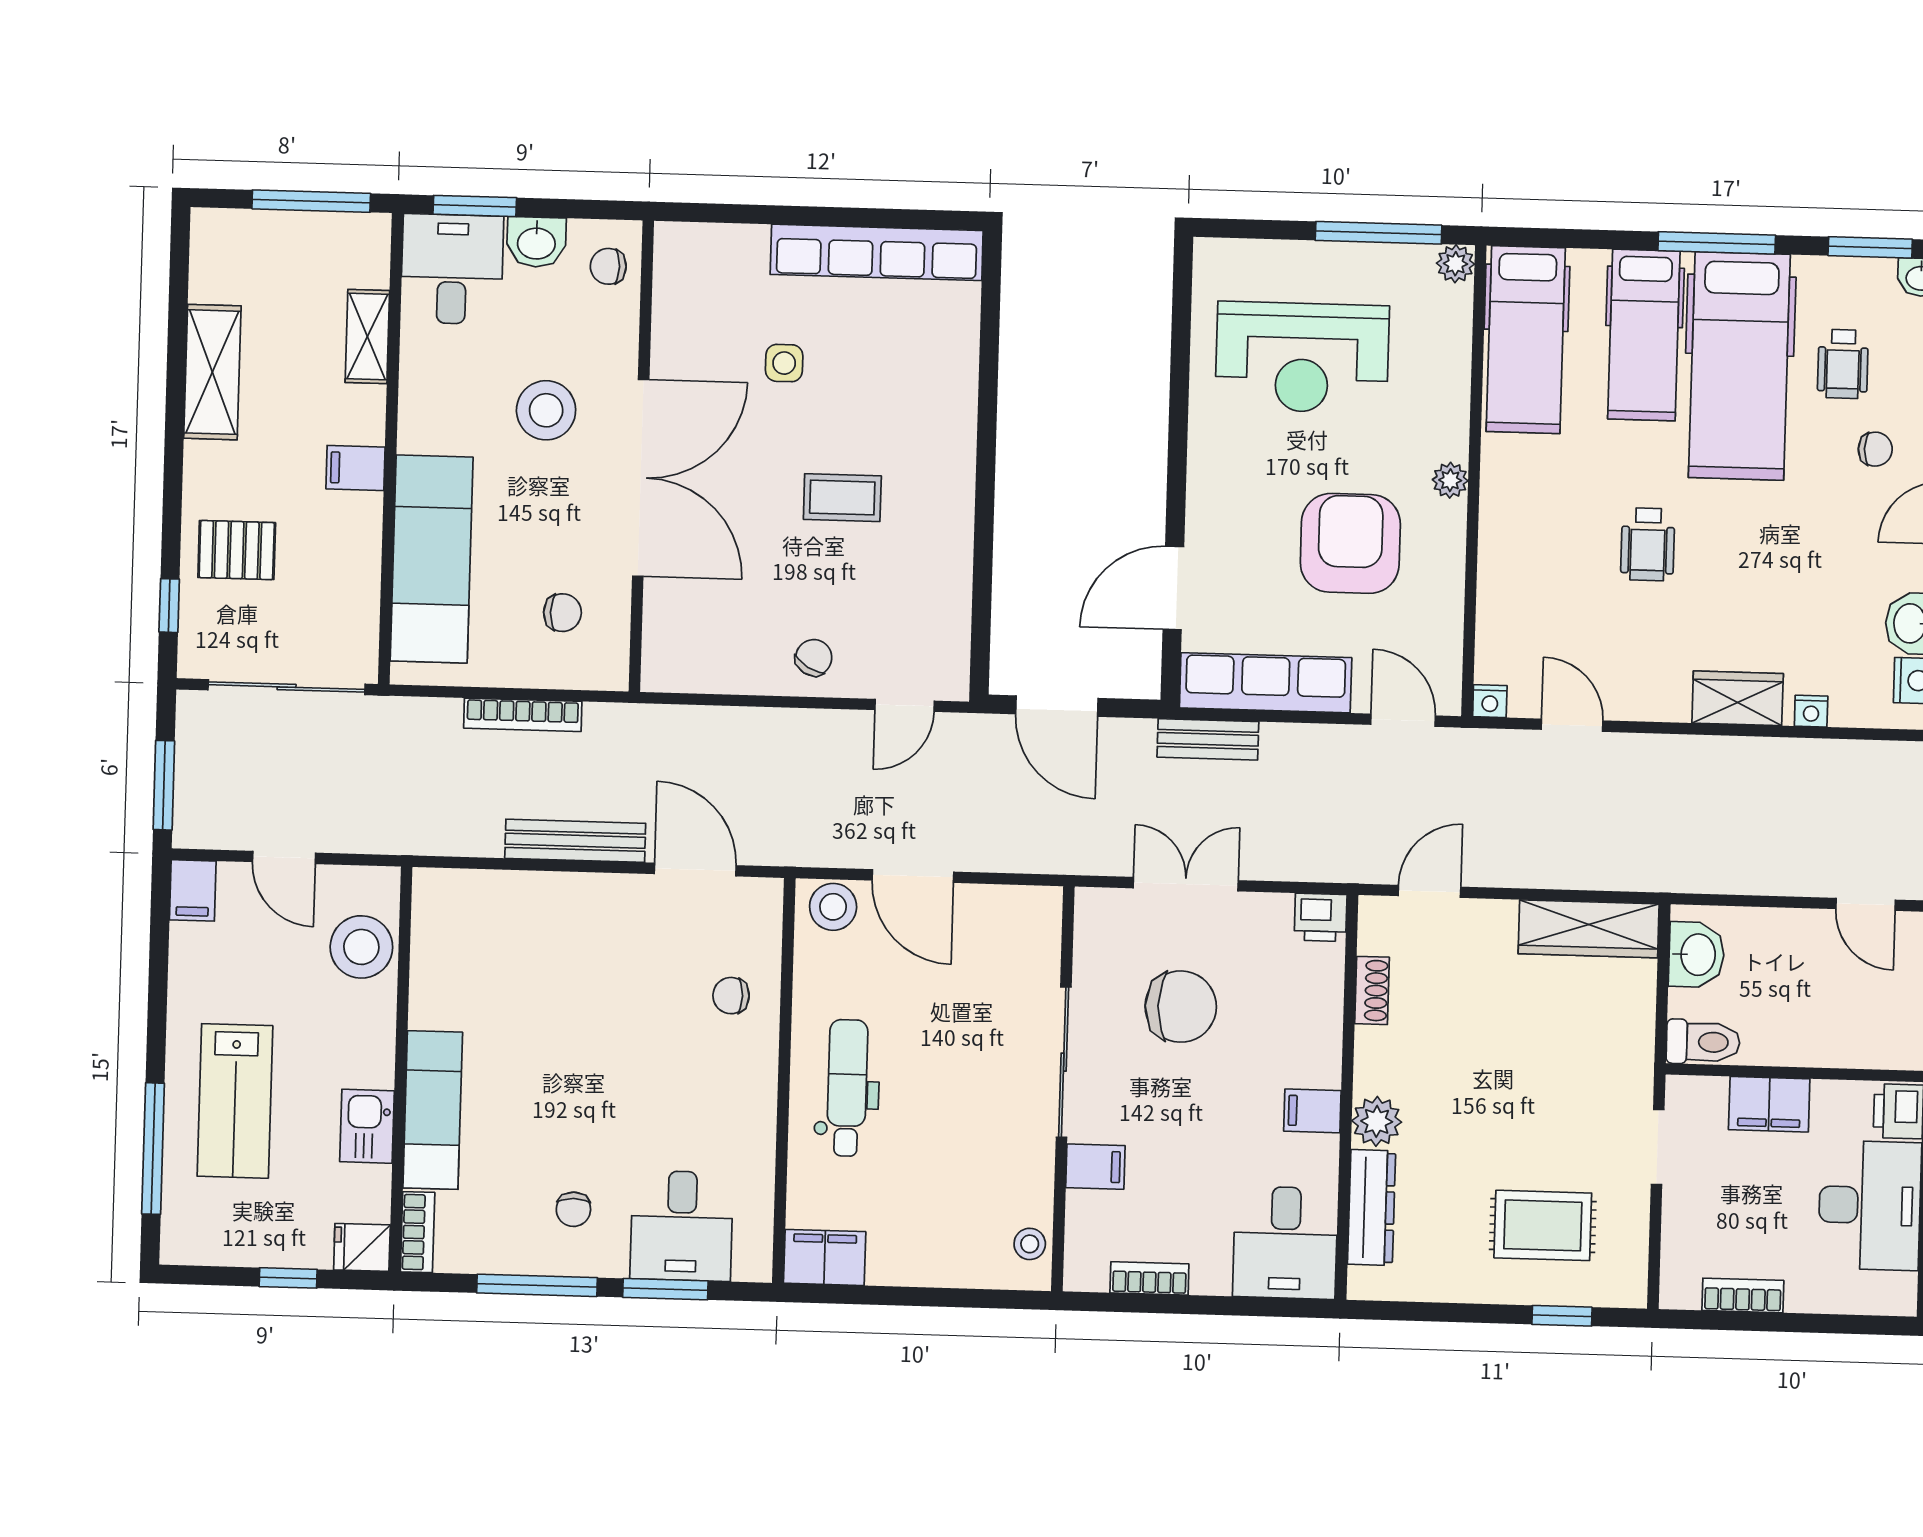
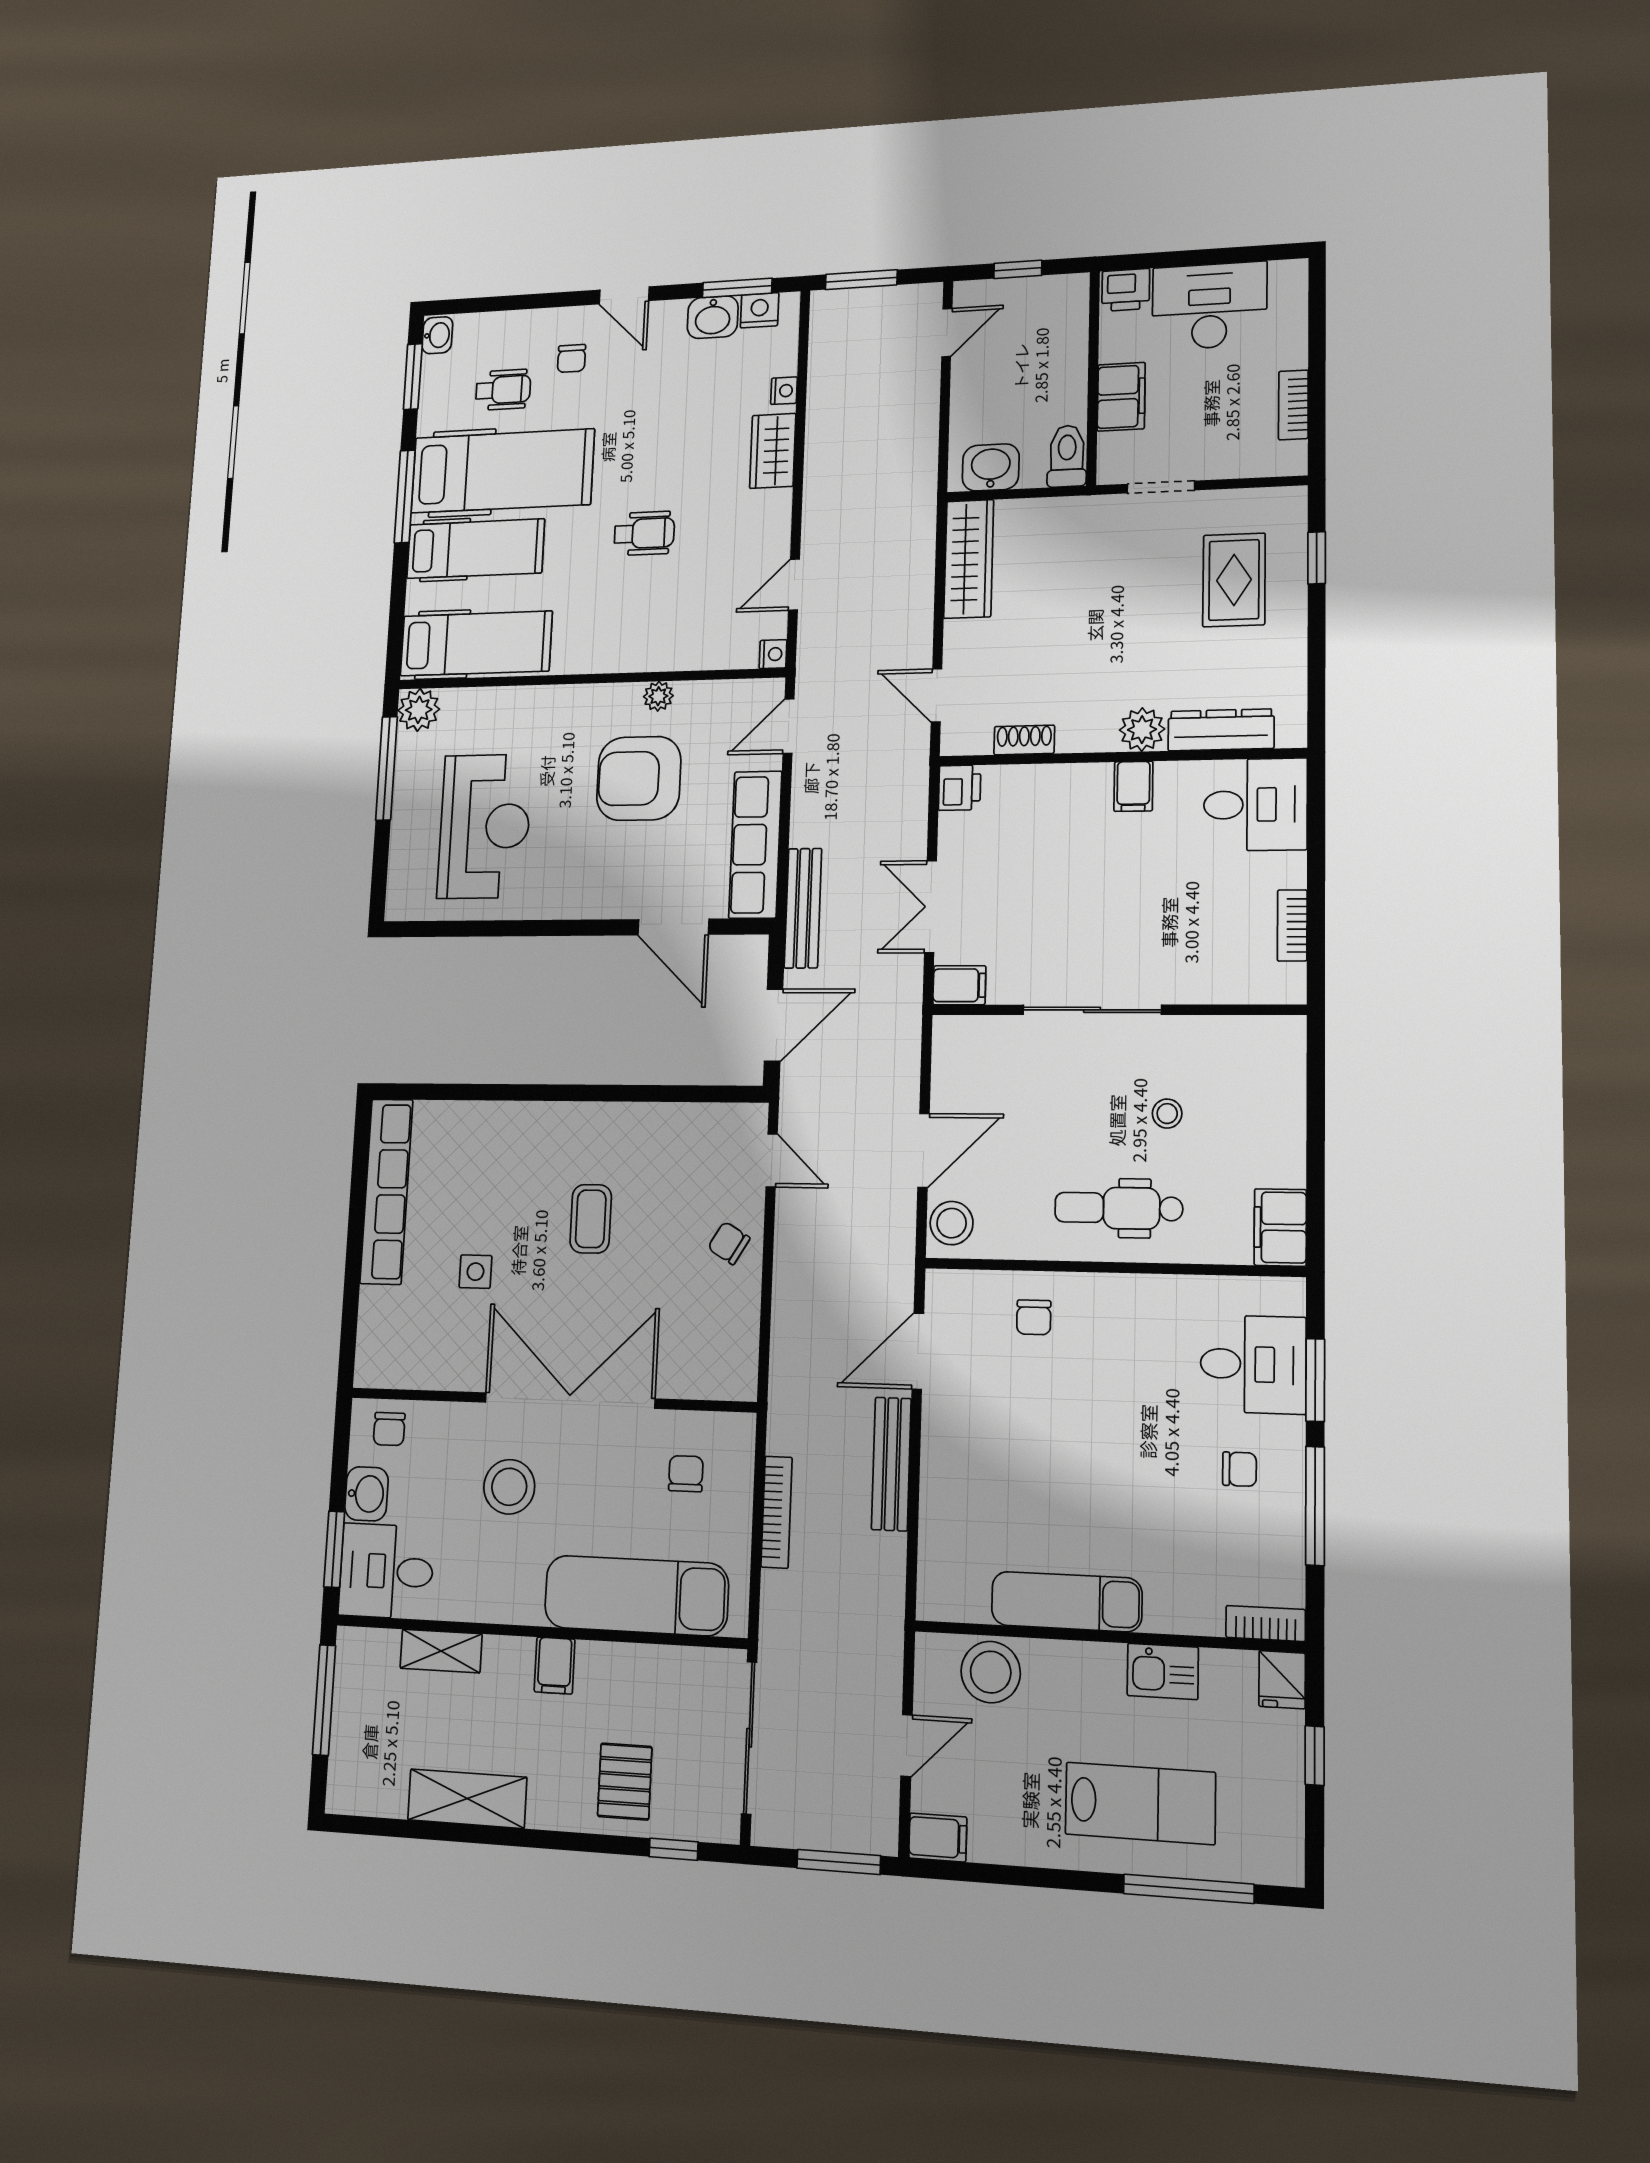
plant: (1455, 264) -> (419, 710), width x1.38, depth x1.38
chair: (1875, 449) -> (572, 358), turned 180
plant: (1450, 480) -> (658, 696), moved
bench: (1208, 739) -> (803, 908), width x1.36
chair: (1181, 1007) -> (1040, 907), removed
exam couch: (433, 1110) -> (1067, 1602), moved
filing cabinet: (1095, 1167) -> (959, 985), moved, turned 90
stool: (1030, 1244) -> (1167, 1114), moved

